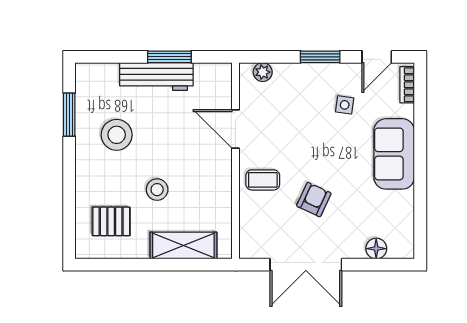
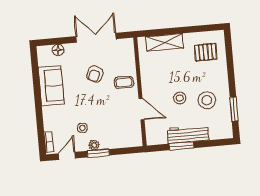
plant: (263, 72) -> (94, 145), moved
sofa: (394, 154) -> (51, 86), moved
stool: (157, 190) -> (180, 98), moved

